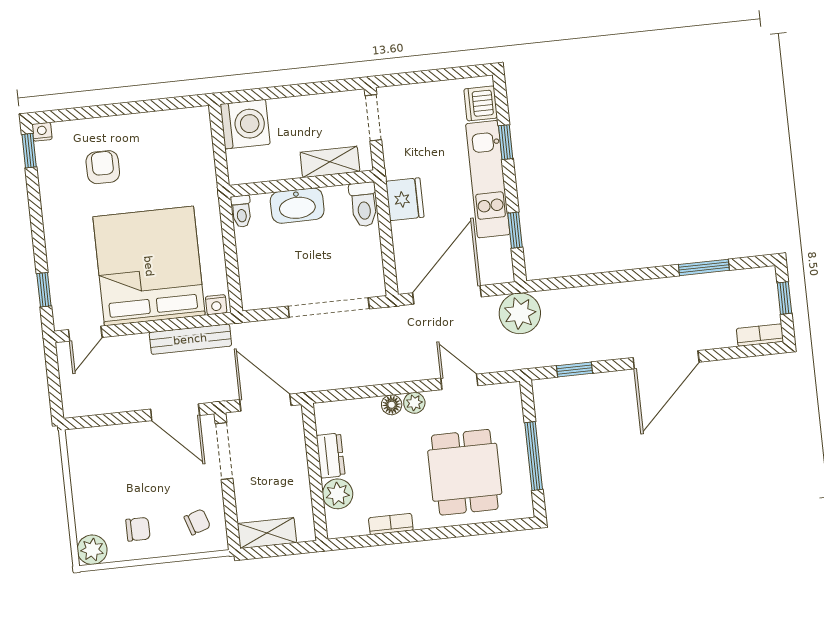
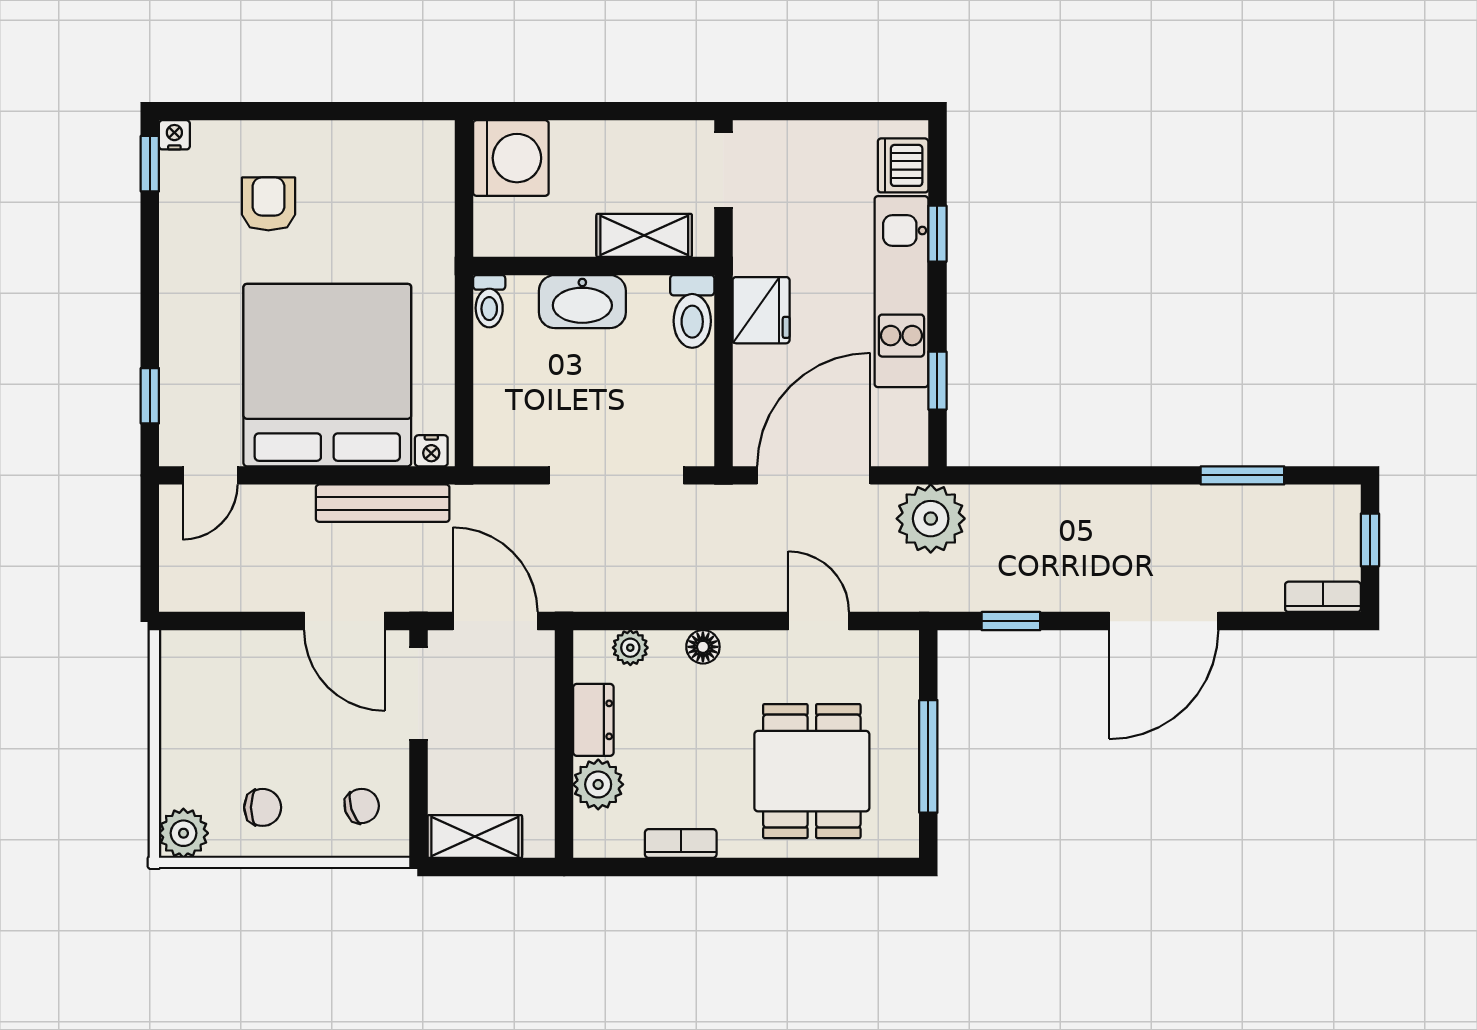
plant: (414, 403) -> (630, 648), moved

